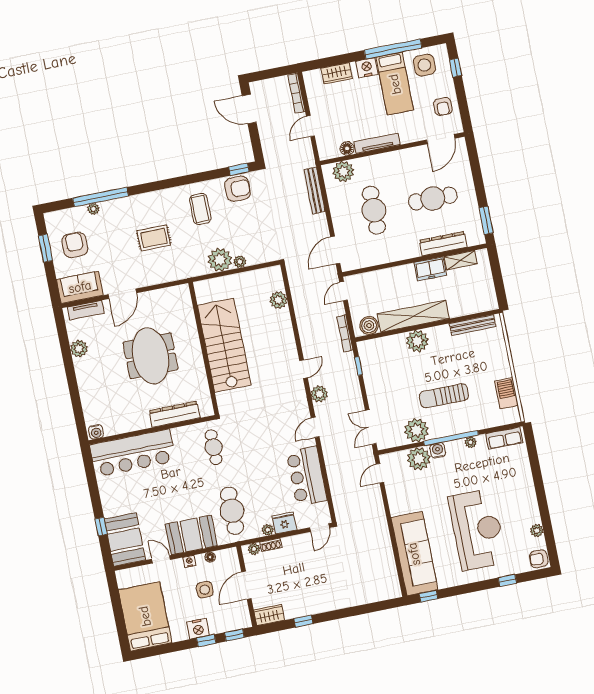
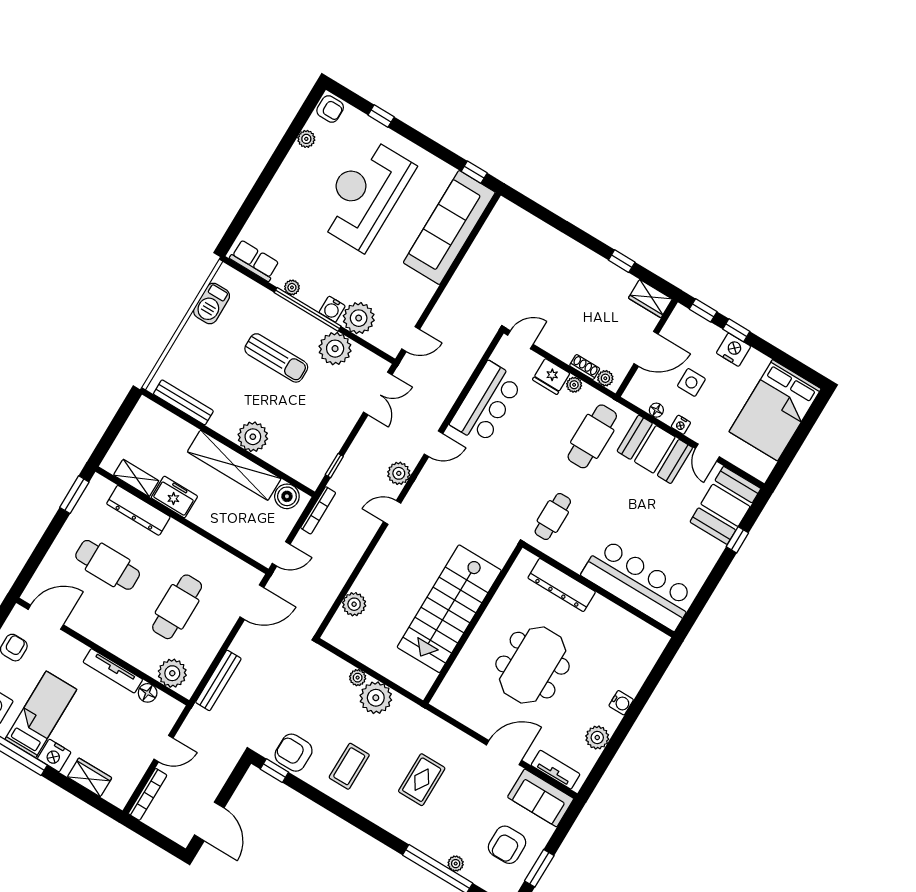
rug: (154, 238) -> (422, 780), turned 90
water cooler: (96, 432) -> (621, 703), moved, turned 90

